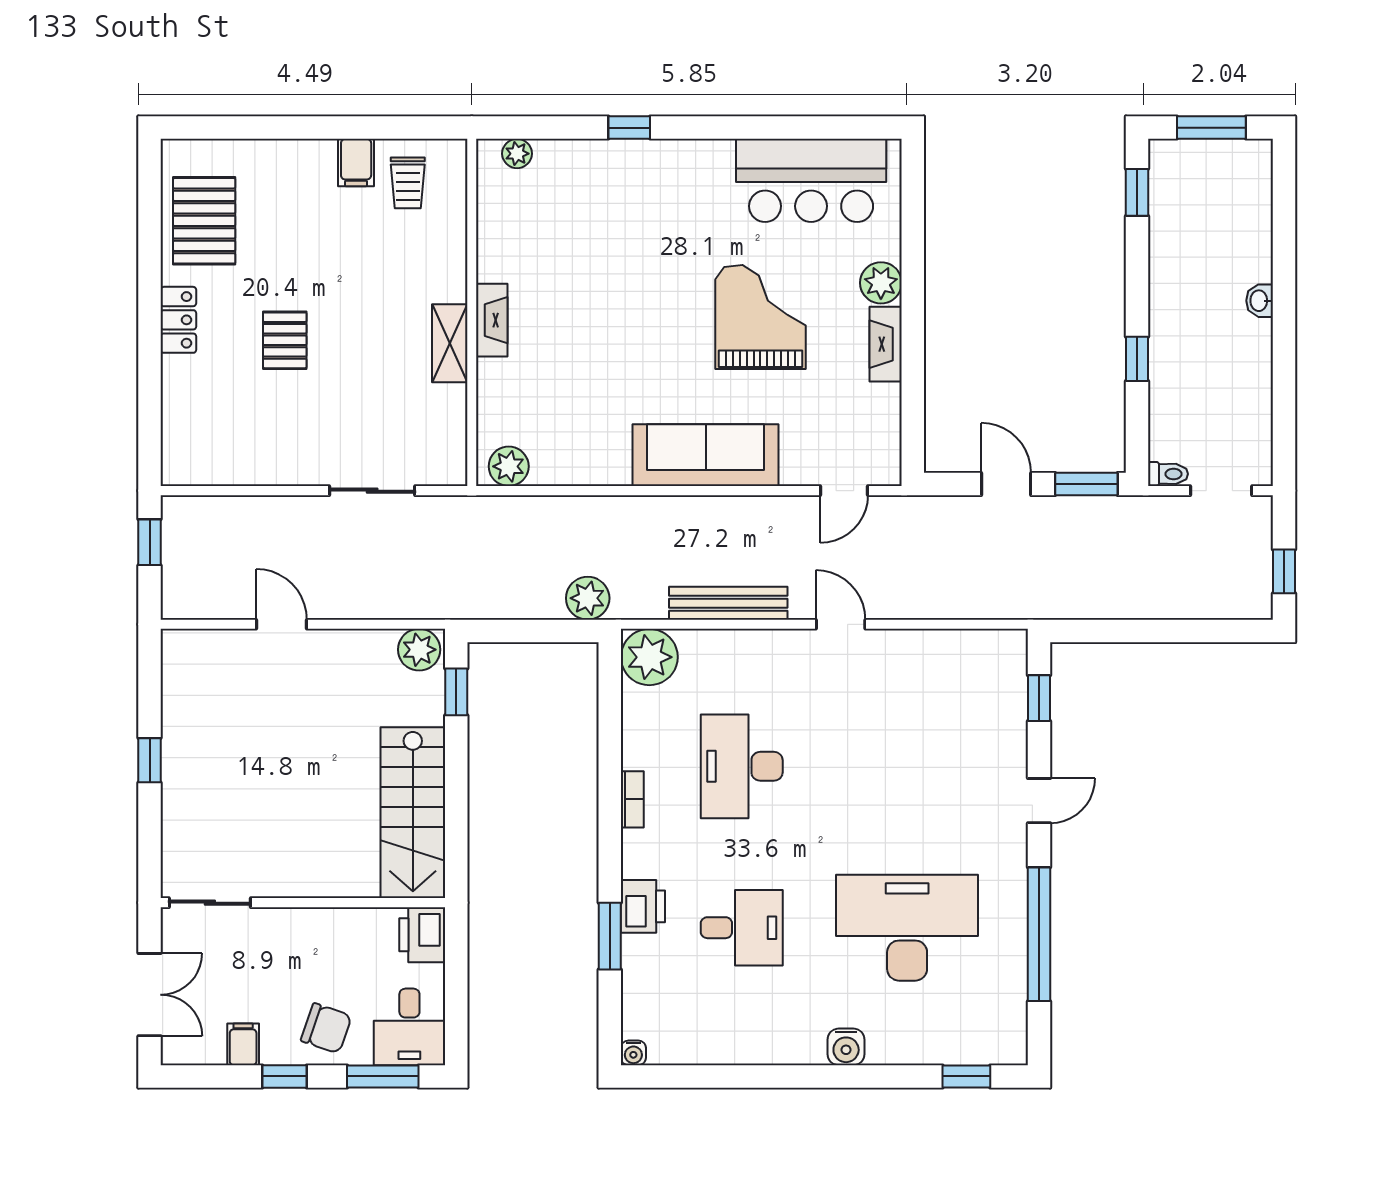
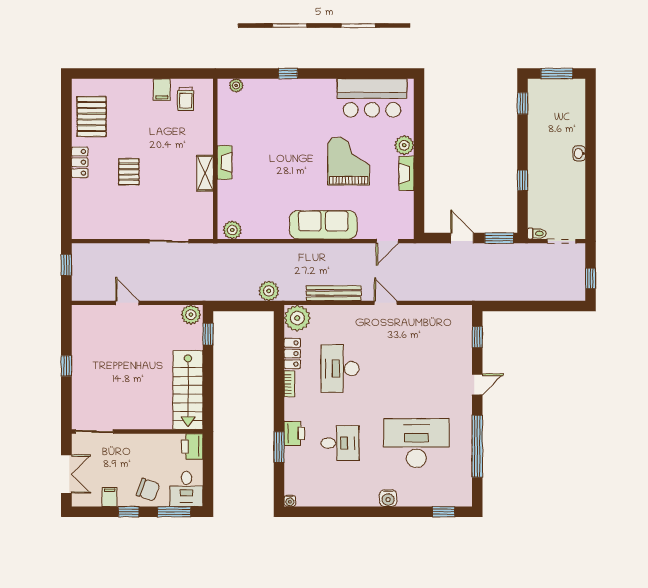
locker: (638, 734) -> (292, 353), added

